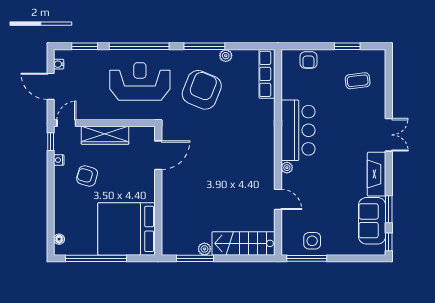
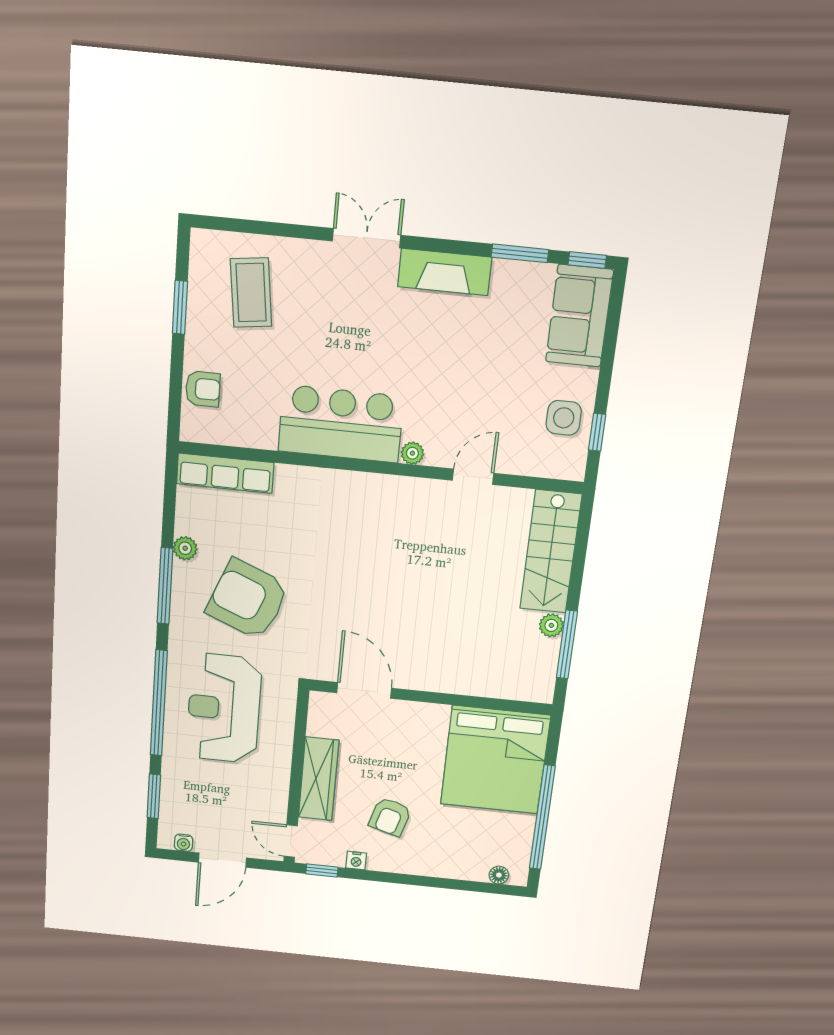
coffee table: (358, 81) -> (251, 293), width x1.36, depth x1.30
sofa: (372, 221) -> (579, 316), moved, turned 90
window: (307, 258) -> (597, 432), width x0.46

